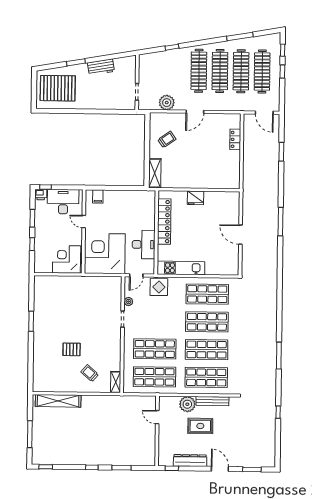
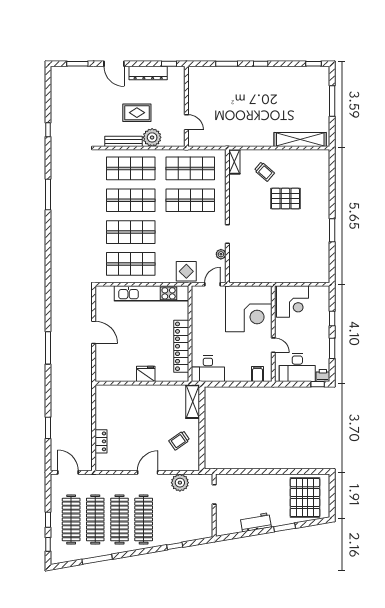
pallet: (58, 88) -> (305, 498), turned 90
desk: (144, 245) -> (208, 369), moved, turned -90
kitchen unit: (181, 268) -> (152, 293), width x1.36
pallet: (72, 349) -> (285, 199), width x1.50, depth x1.42

